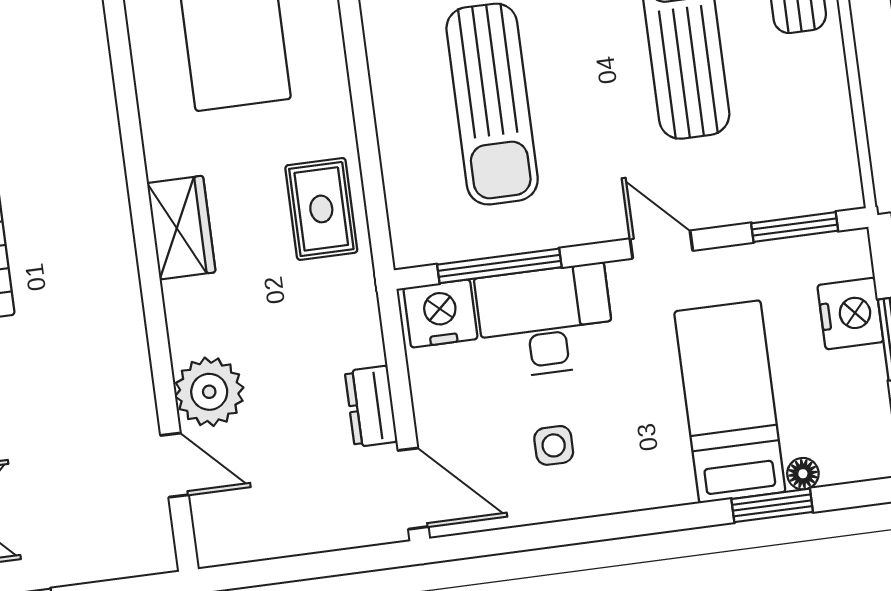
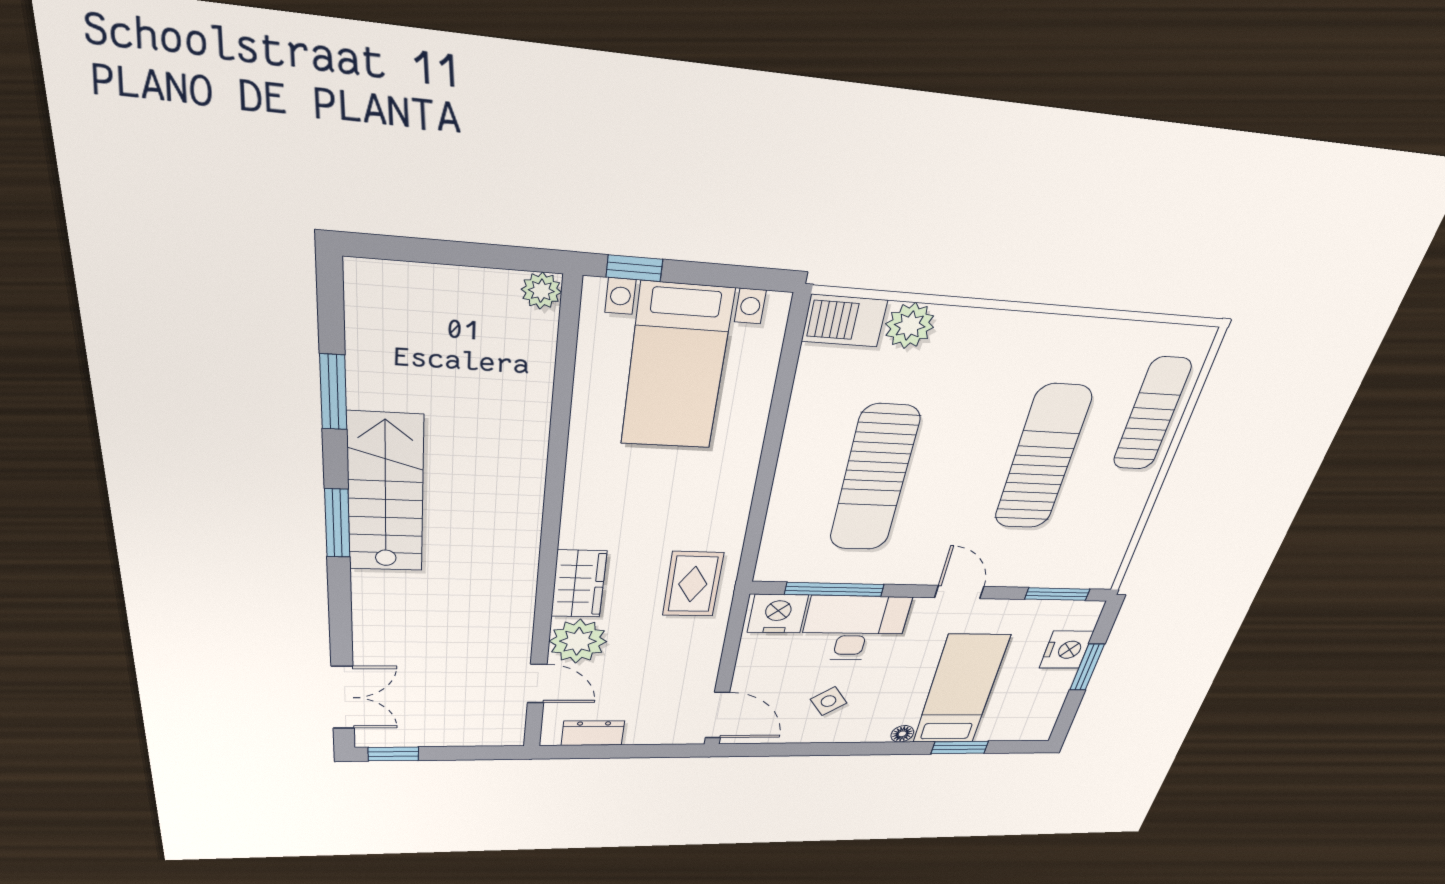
rug: (321, 209) -> (693, 584), moved
wardrobe: (181, 228) -> (579, 584), moved
dresser: (371, 406) -> (593, 733), moved, turned 90
side table: (554, 445) -> (829, 701), turned -37
floor lamp: (803, 474) -> (902, 734), moved

